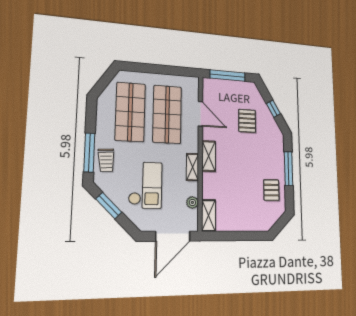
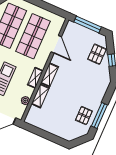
pallet: (247, 121) -> (97, 54), moved
window: (288, 169) -> (99, 115), moved
shelving: (209, 215) -> (40, 96), moved

